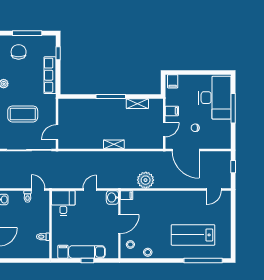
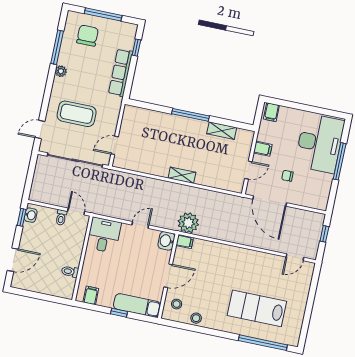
plant: (146, 180) -> (188, 223), moved
exam couch: (87, 252) -> (137, 305), moved

